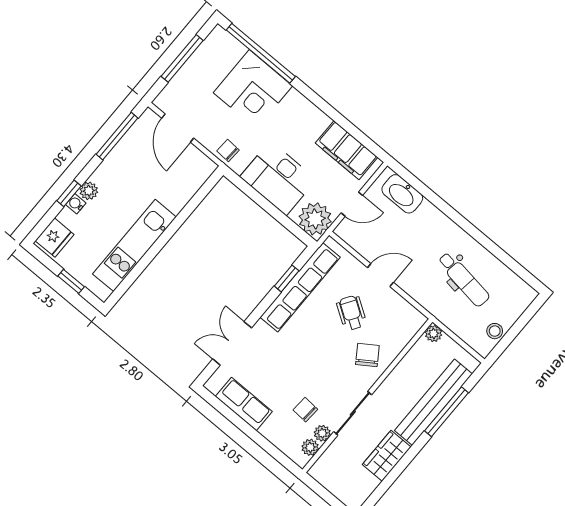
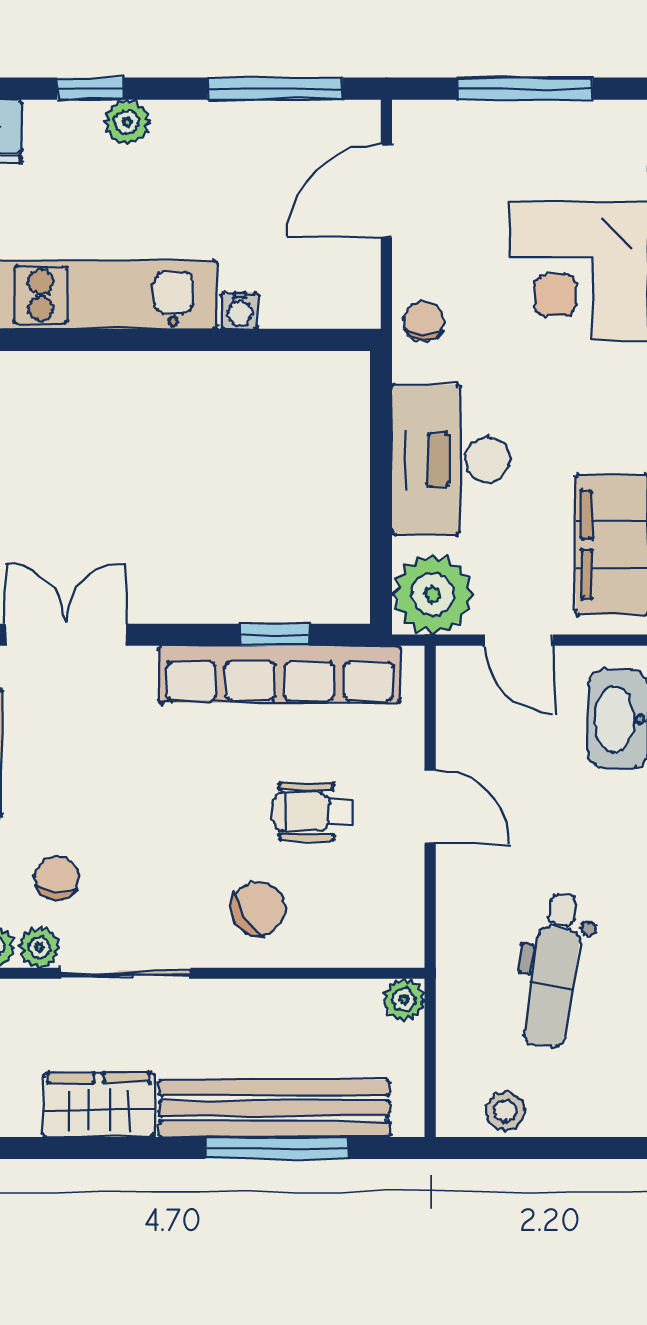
water cooler: (76, 204) -> (240, 311), moved, turned 180
wheelchair: (352, 313) -> (313, 812), turned -123

